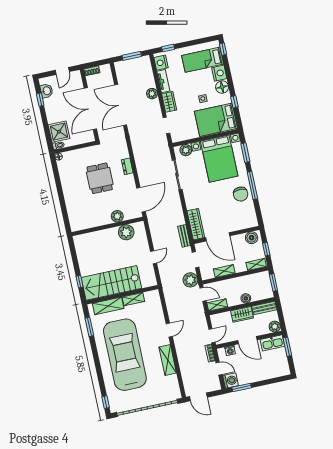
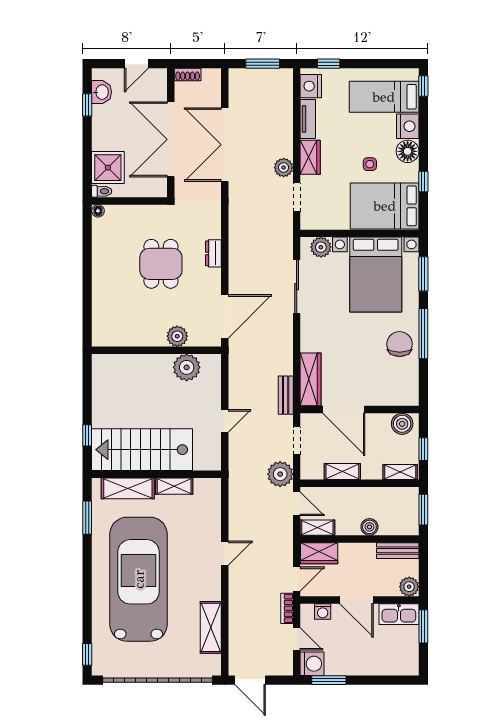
plant: (152, 94) -> (284, 168), moved
chair: (241, 194) -> (400, 344), turned 180
wardrobe: (242, 314) -> (319, 553), moved
shelving: (168, 360) -> (211, 627), moved

